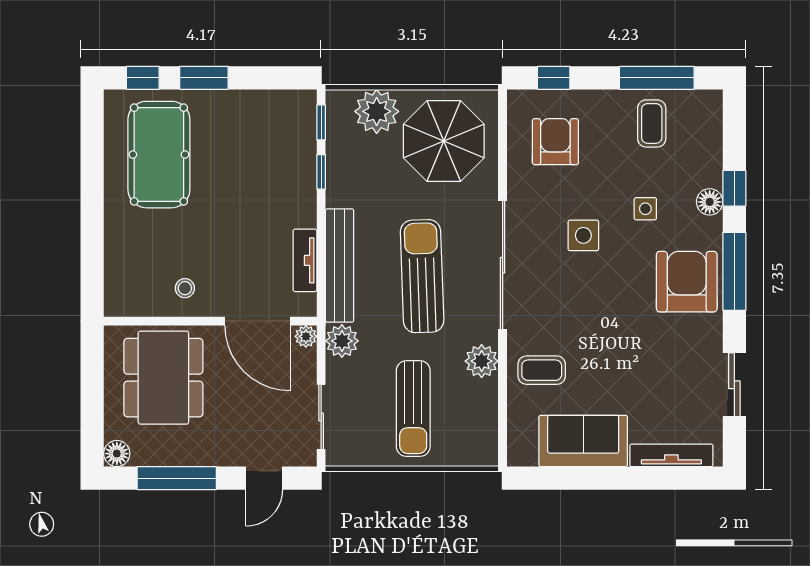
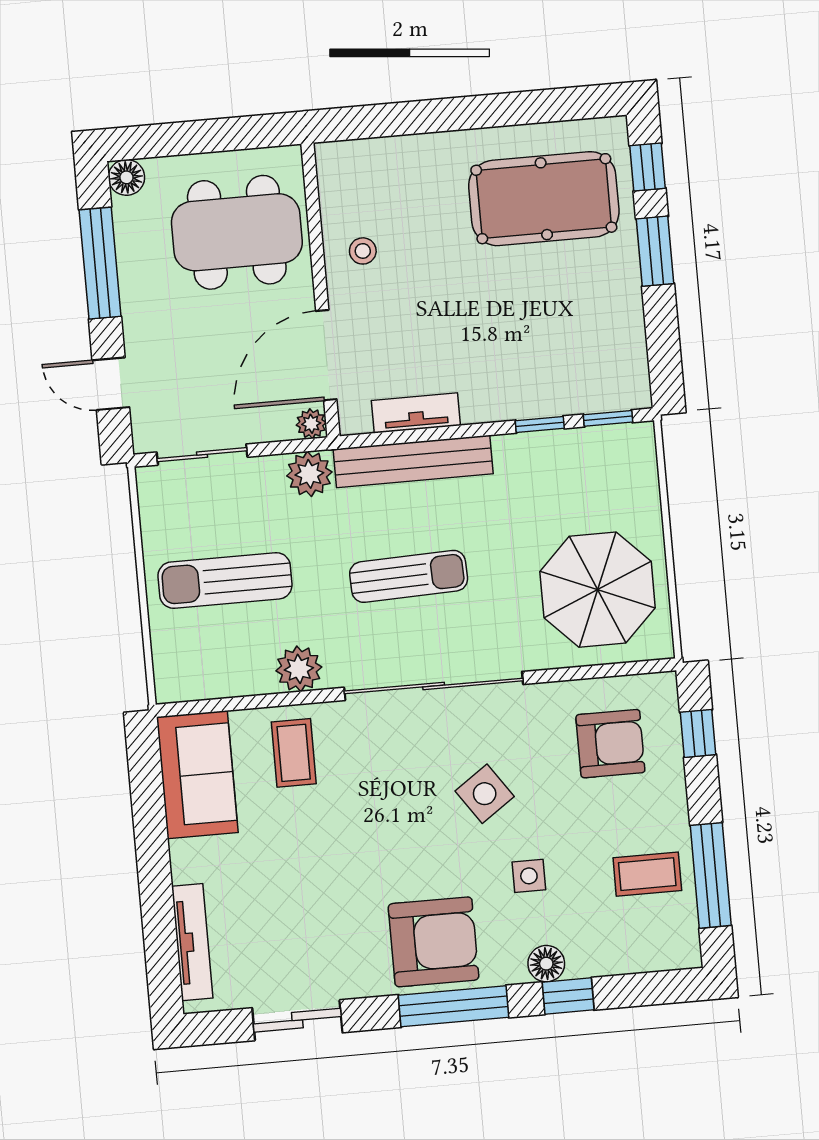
plant: (377, 111) -> (630, 494), removed
side table: (583, 235) -> (485, 794), turned -35
sun lounger: (422, 276) -> (409, 576), width x0.73, depth x0.75
sofa: (583, 441) -> (197, 775), moved

